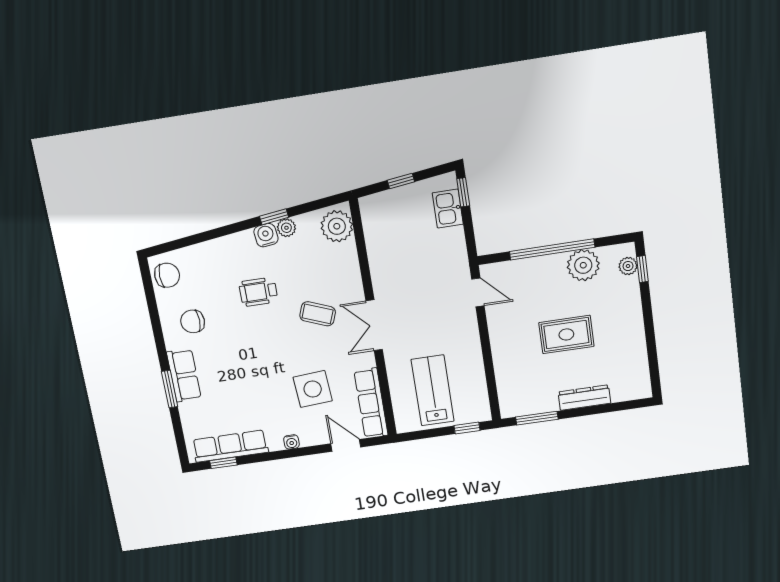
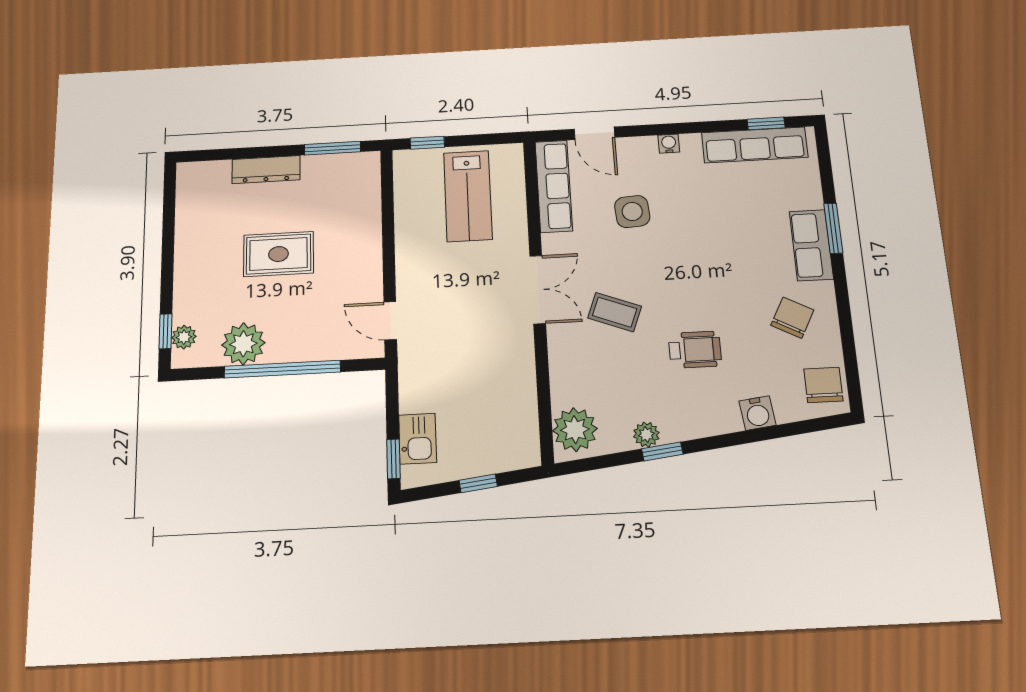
water cooler: (266, 235) -> (757, 413), moved
chair: (167, 275) -> (823, 385), turned 90
chair: (193, 321) -> (792, 318), turned -62
side table: (313, 389) -> (632, 211), width x0.73, depth x0.73

